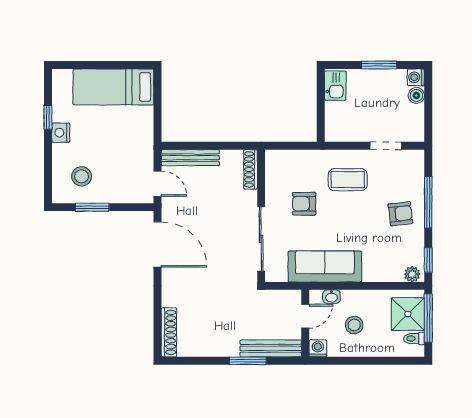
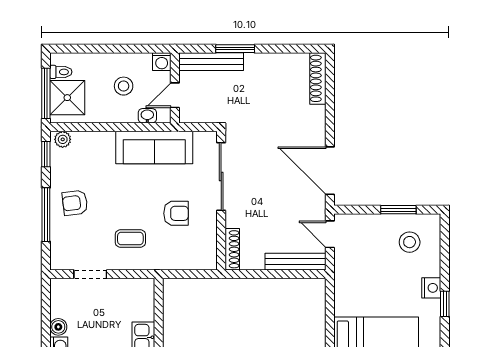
coffee table: (348, 180) -> (130, 238), width x0.73, depth x0.77

